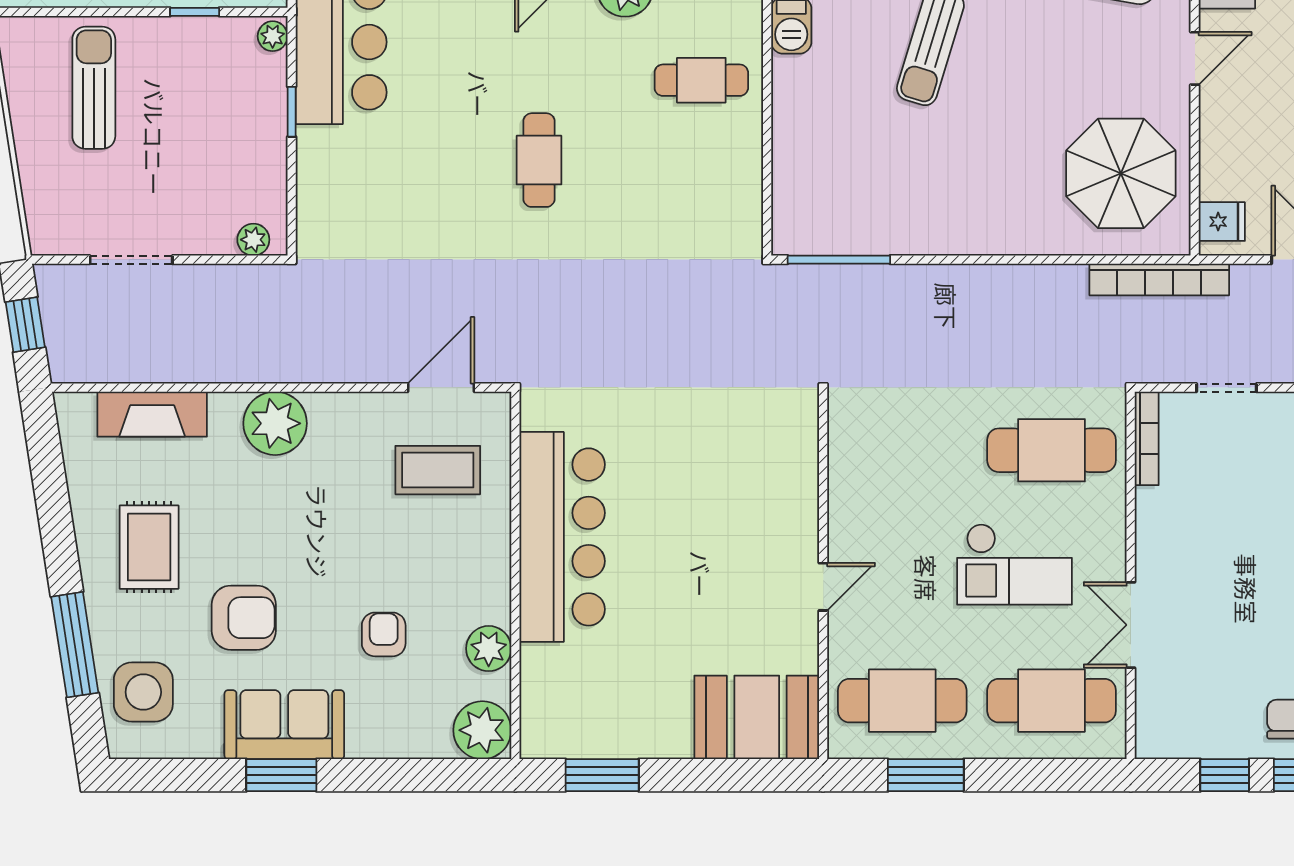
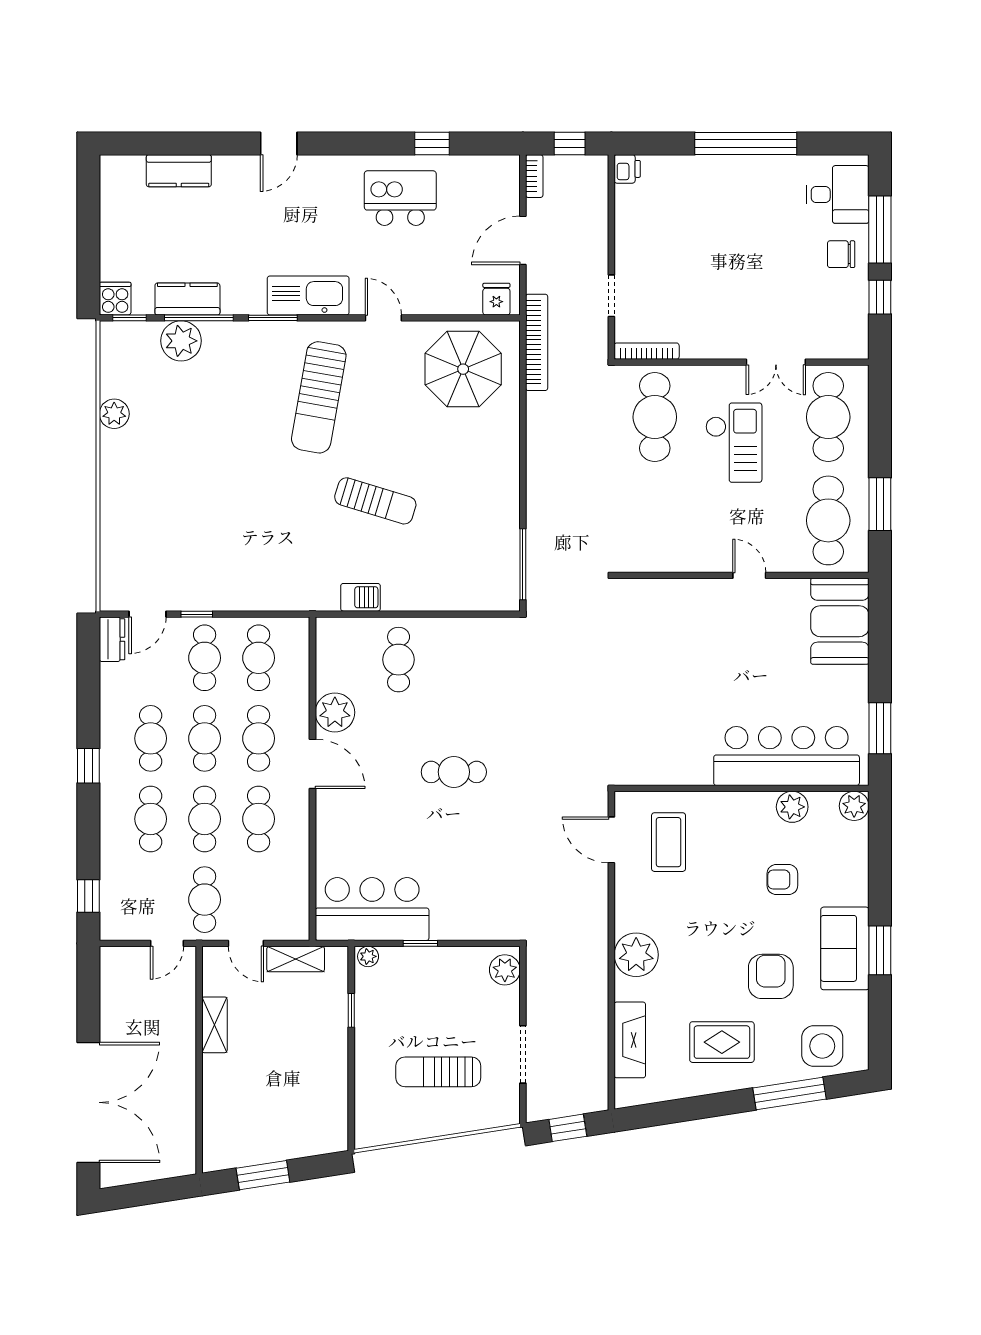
sun lounger: (94, 88) -> (438, 1072), moved
plant: (253, 240) -> (505, 970), width x1.38, depth x1.38
bar counter: (562, 537) -> (787, 756), moved
plant: (482, 730) -> (854, 806), width x0.73, depth x0.73

